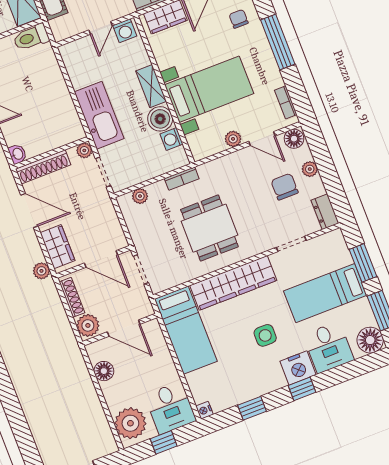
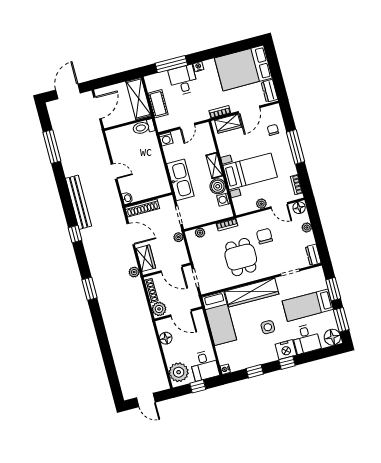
washing machine: (125, 31) -> (166, 139), moved
plant: (84, 150) -> (178, 237), moved
chair: (285, 187) -> (264, 236), moved

